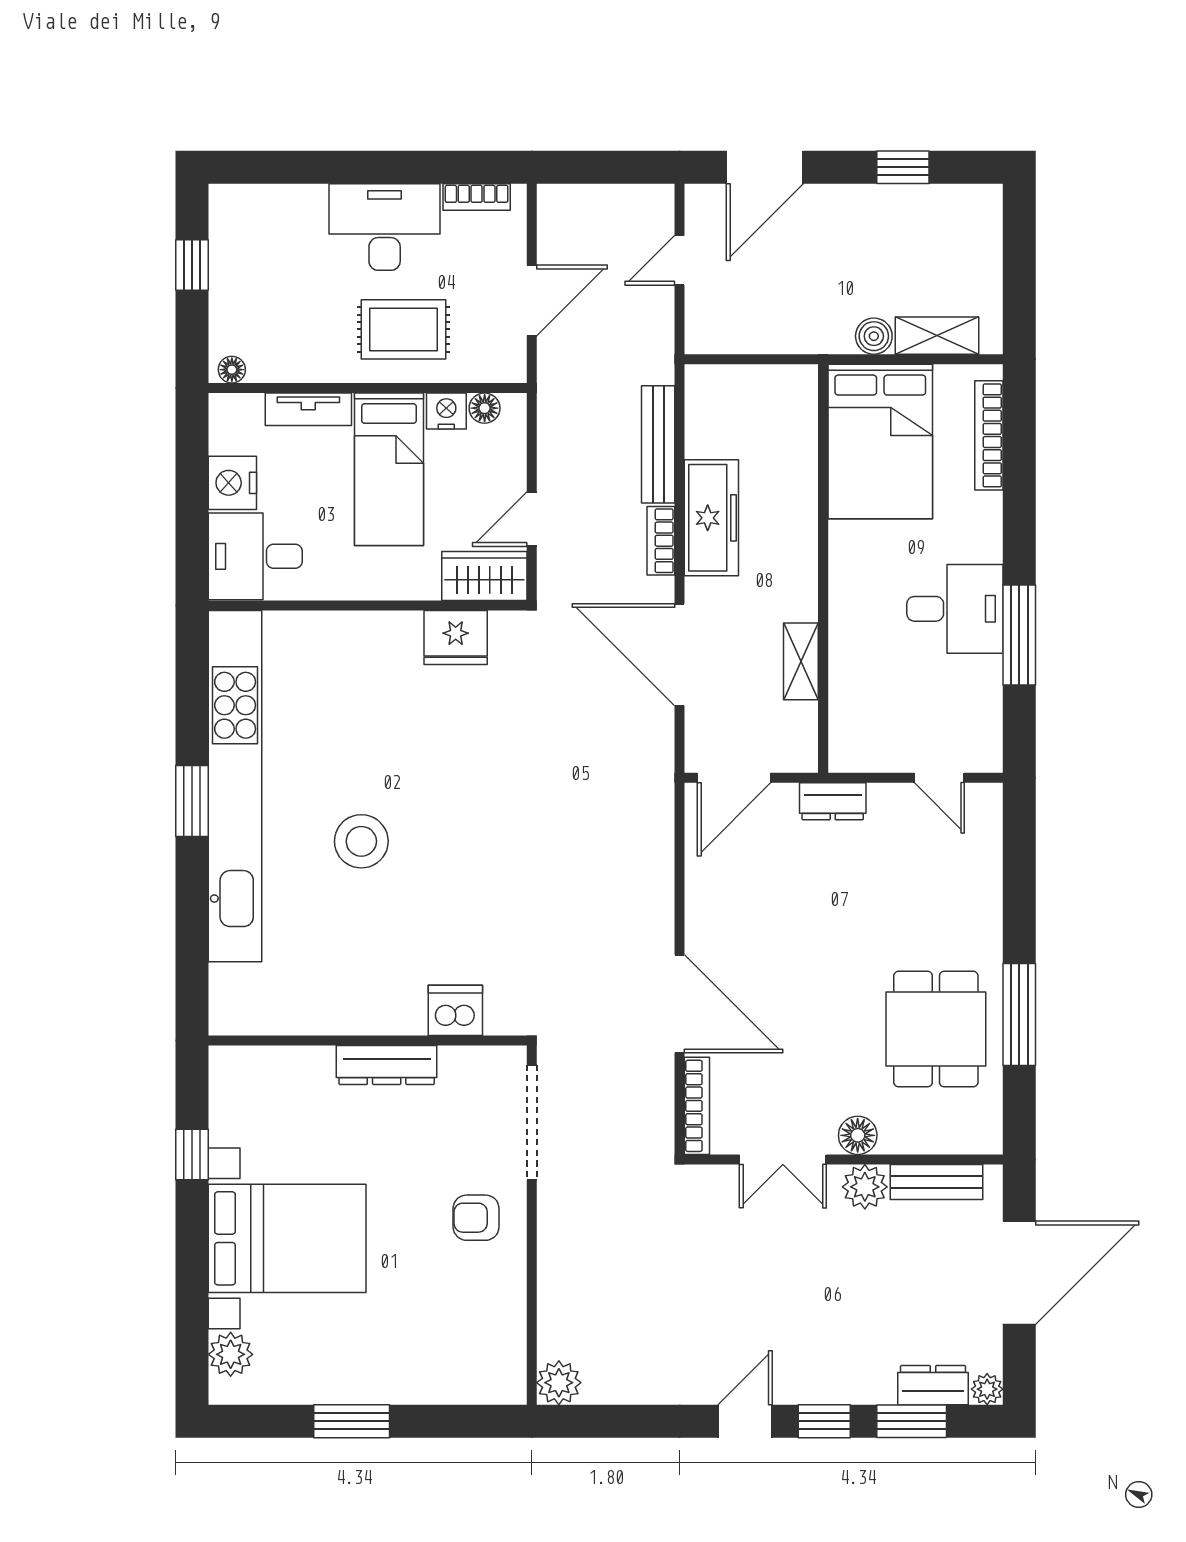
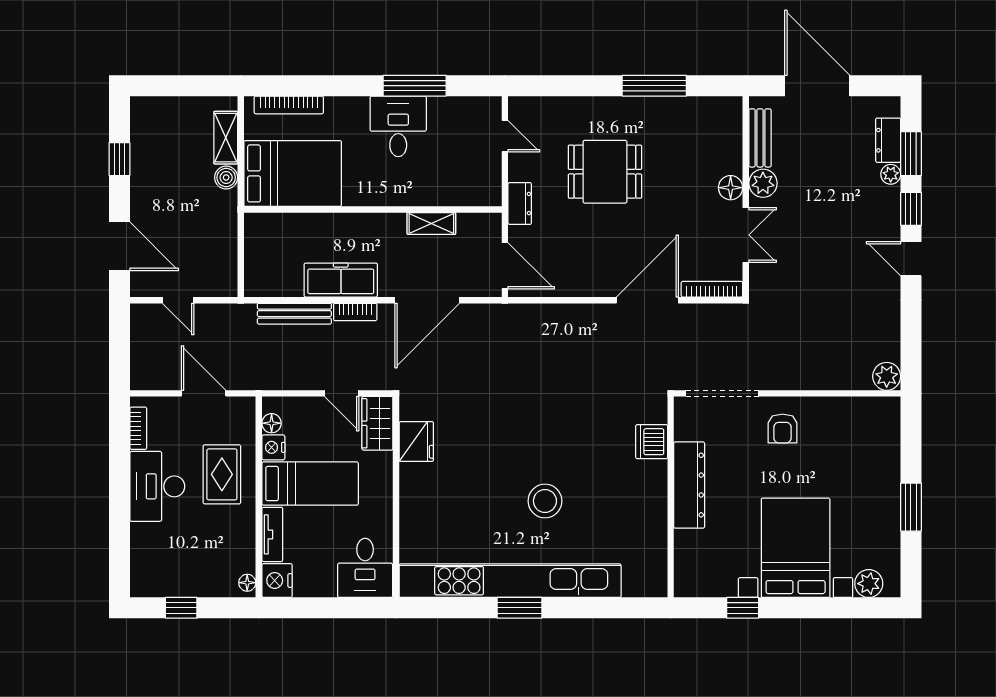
nightstand: (232, 483) -> (277, 581), moved, turned 90
door: (939, 778) -> (505, 136), hinge flipped
dining table: (936, 1029) -> (605, 172), moved
dresser: (387, 1065) -> (689, 485), width x1.37, depth x1.24
plant: (987, 1389) -> (891, 174), moved

